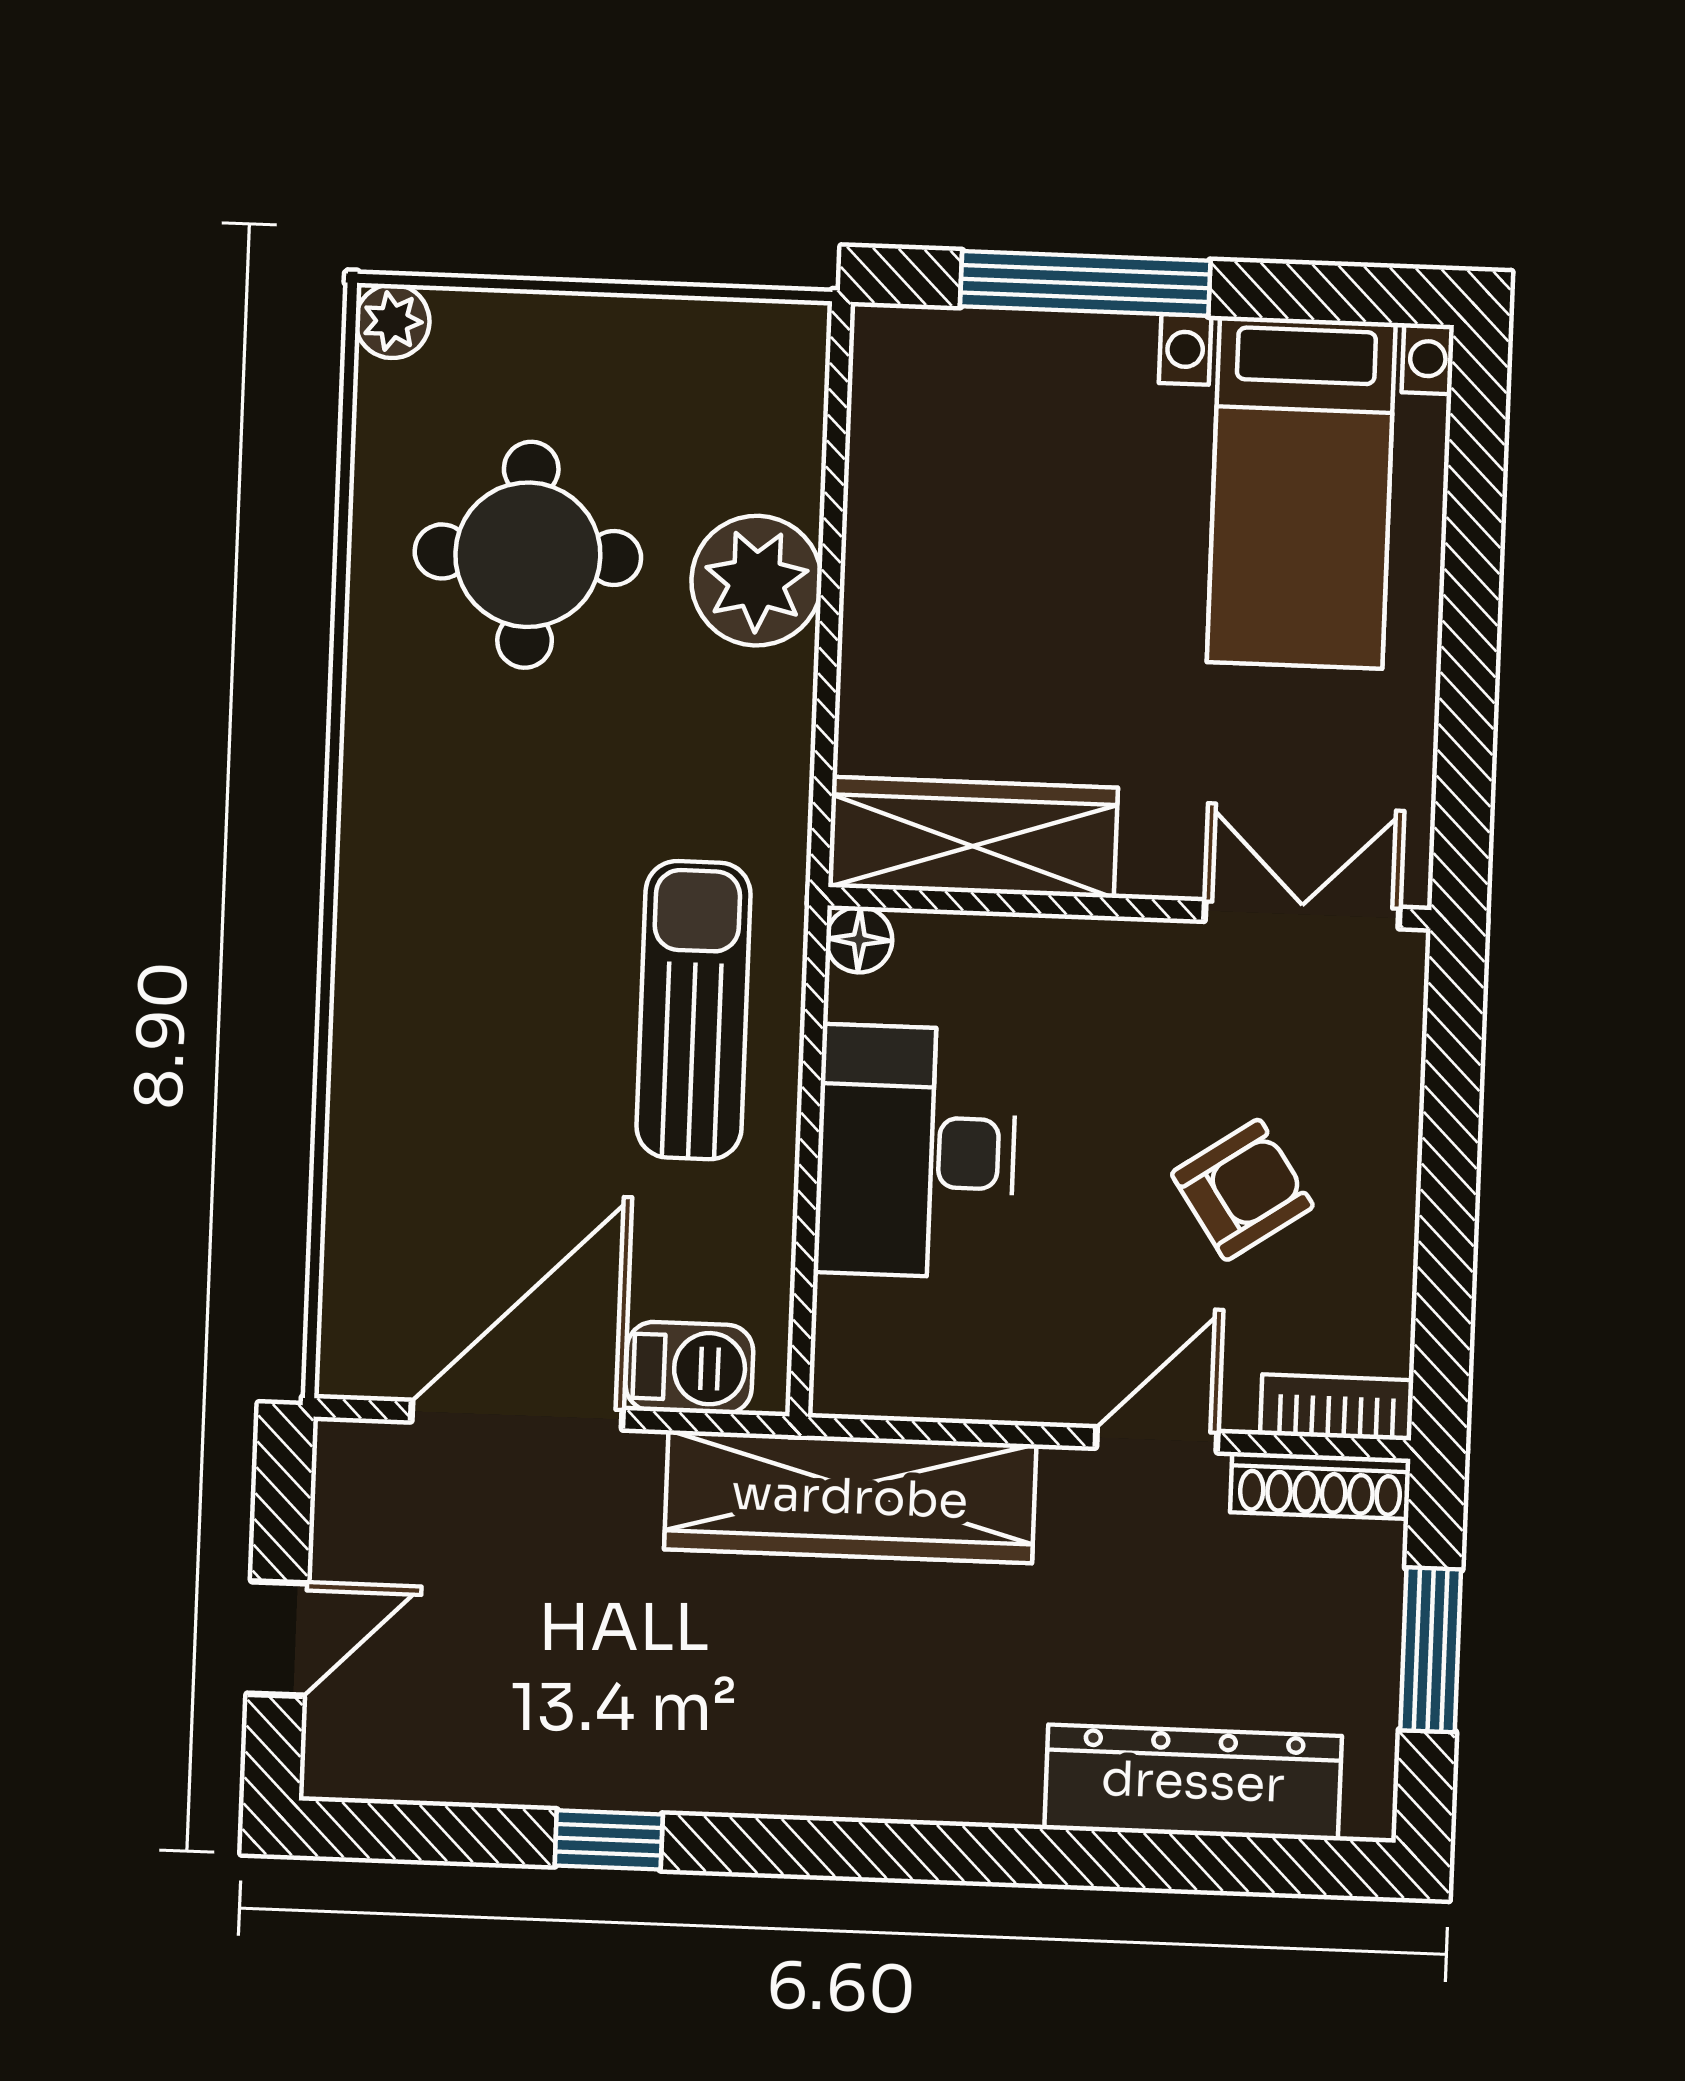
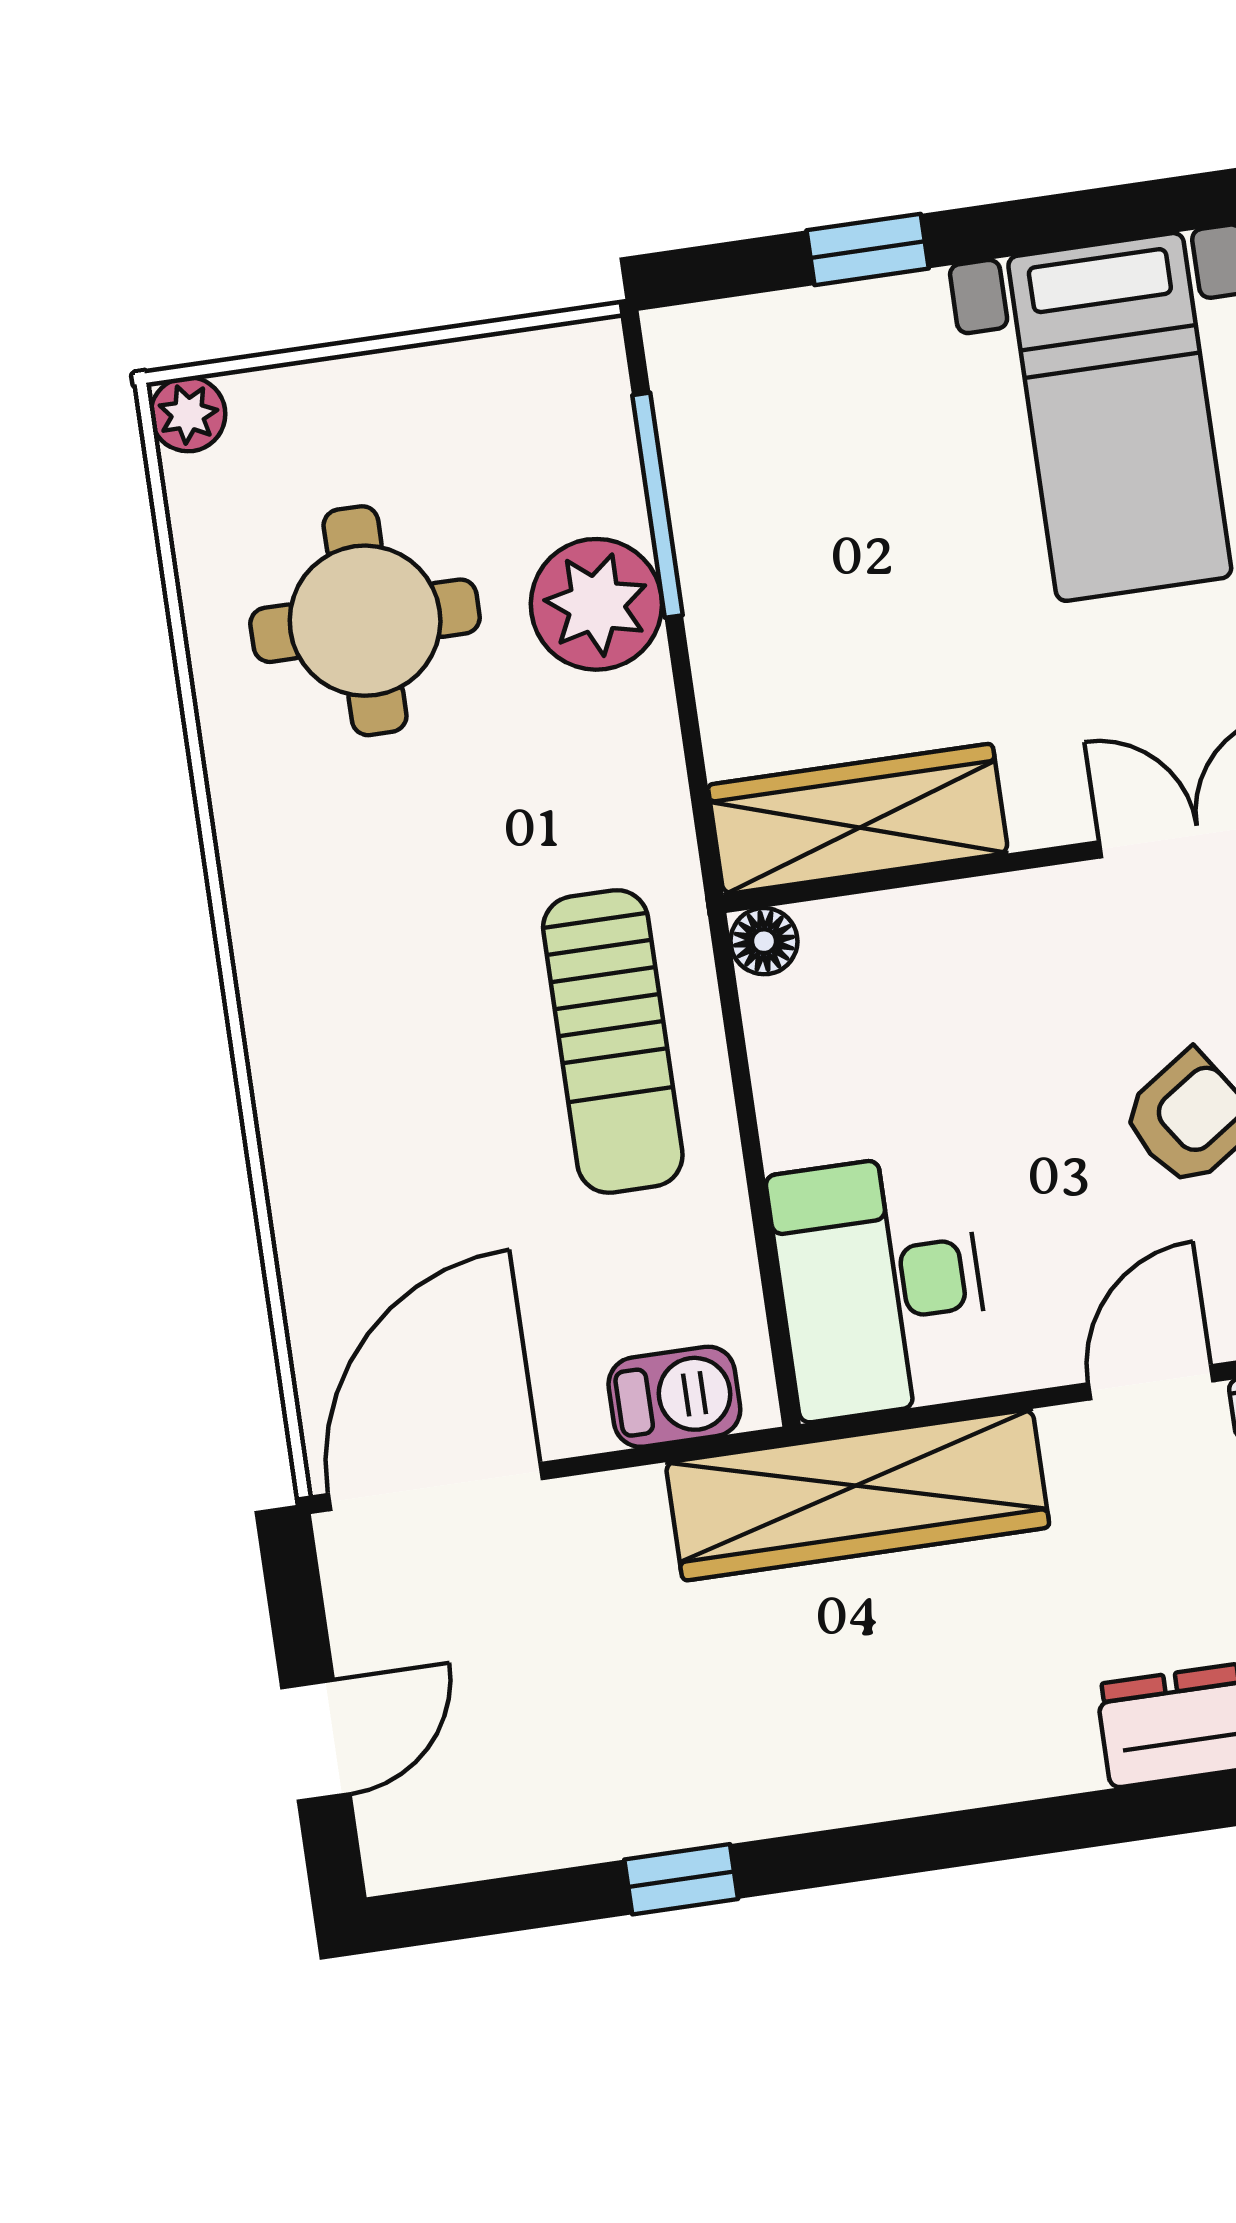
window: (1085, 283) -> (868, 249), width x0.46
window: (834, 495) -> (657, 505), added
sun lounger: (694, 1010) -> (613, 1041), turned 180
desk: (916, 1152) -> (880, 1286), moved
door: (517, 1415) -> (435, 1487), moved

